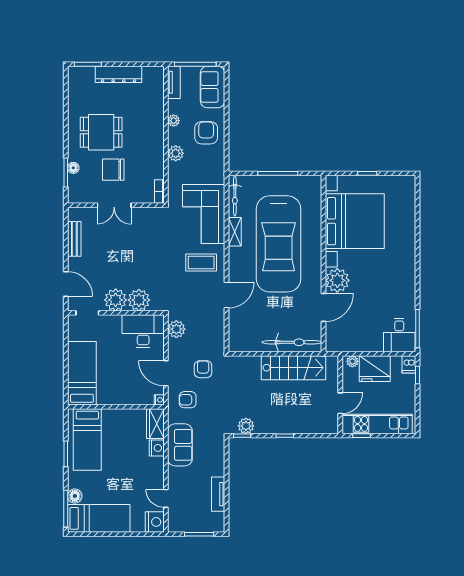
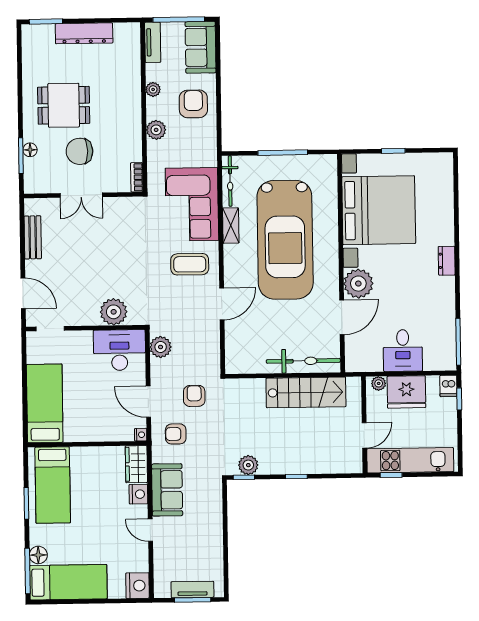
dresser: (409, 263) -> (447, 261), added
plant: (116, 300) -> (85, 312), removed
desk: (399, 335) -> (403, 350), moved
tv unit: (218, 494) -> (192, 589), moved, turned 90
door: (166, 498) -> (150, 530), moved

